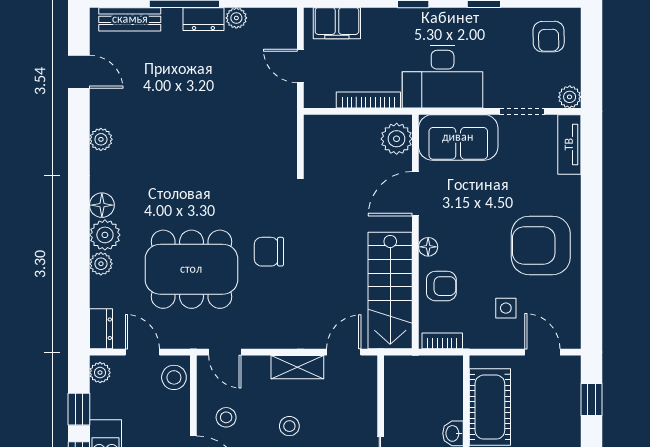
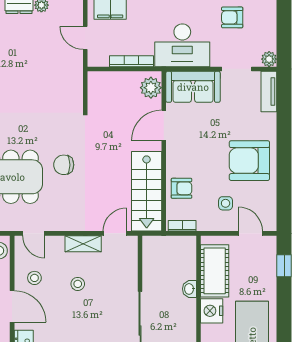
armchair: (549, 37) -> (232, 17), moved, turned 91
floor lamp: (428, 247) -> (172, 161), removed

